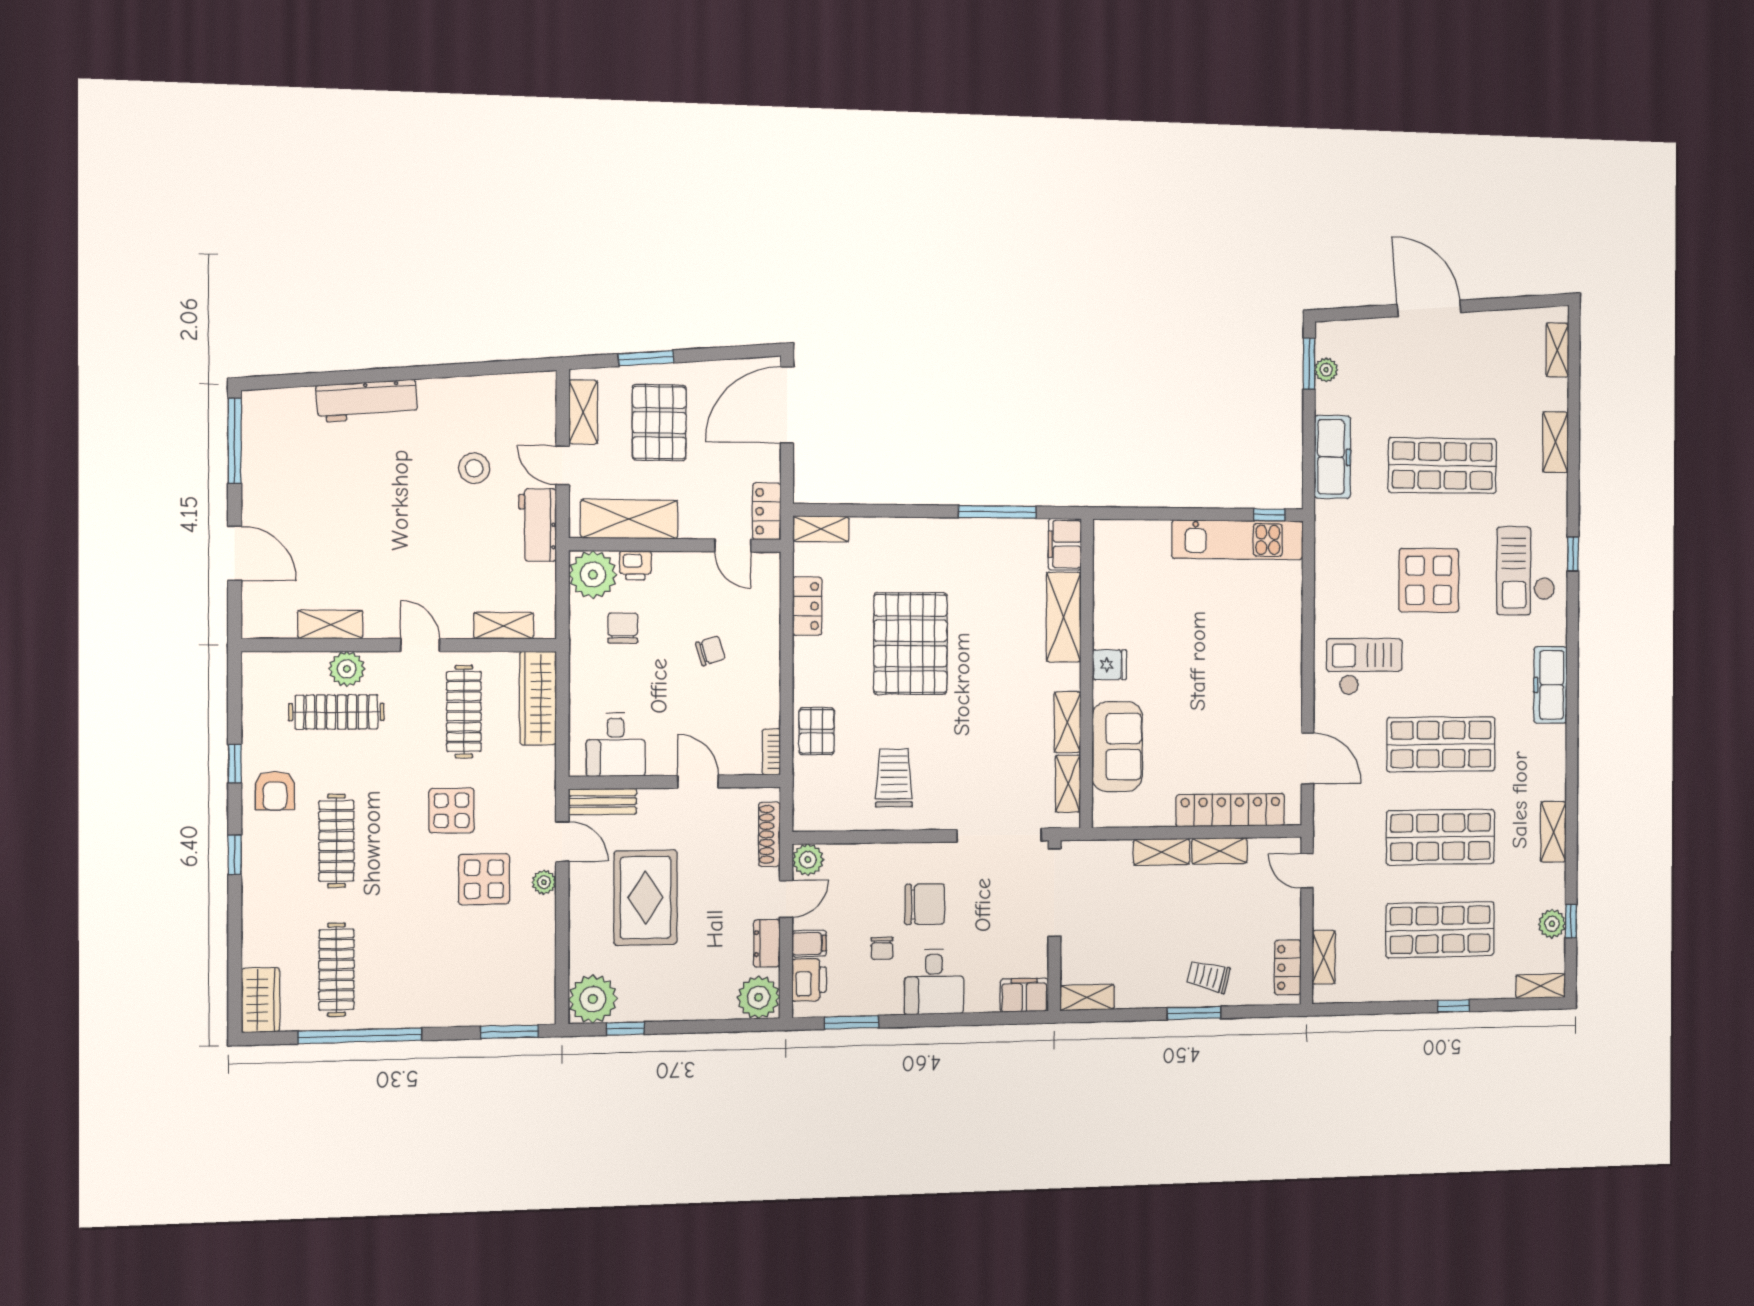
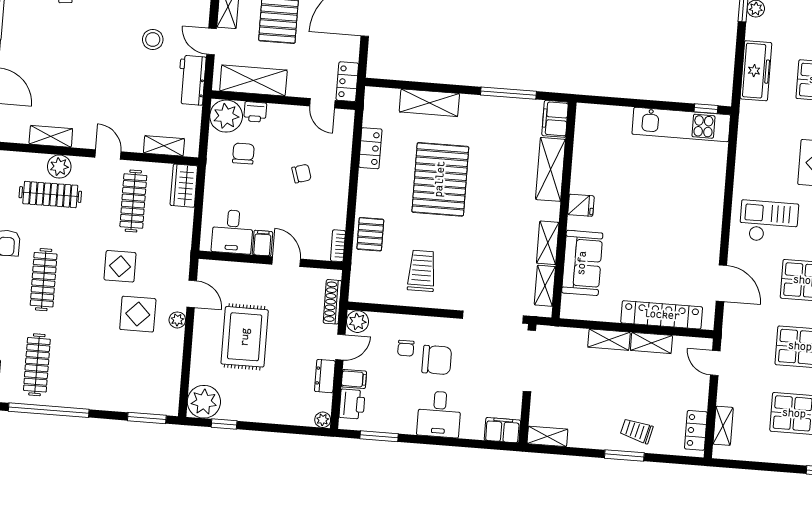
shelving: (821, 529) -> (429, 103), moved, width x1.50, depth x1.33
wardrobe: (538, 698) -> (184, 186), width x0.67
filing cabinet: (661, 758) -> (262, 243), added
bench: (603, 802) -> (221, 269), removed
chair: (882, 948) -> (406, 348), moved
plant: (759, 997) -> (323, 420), width x0.53, depth x0.53

